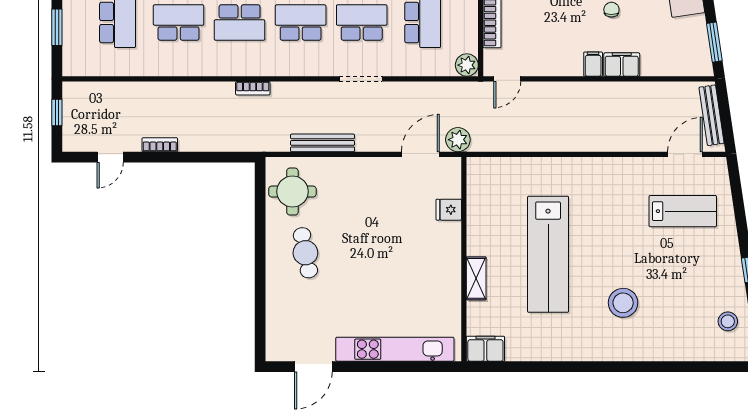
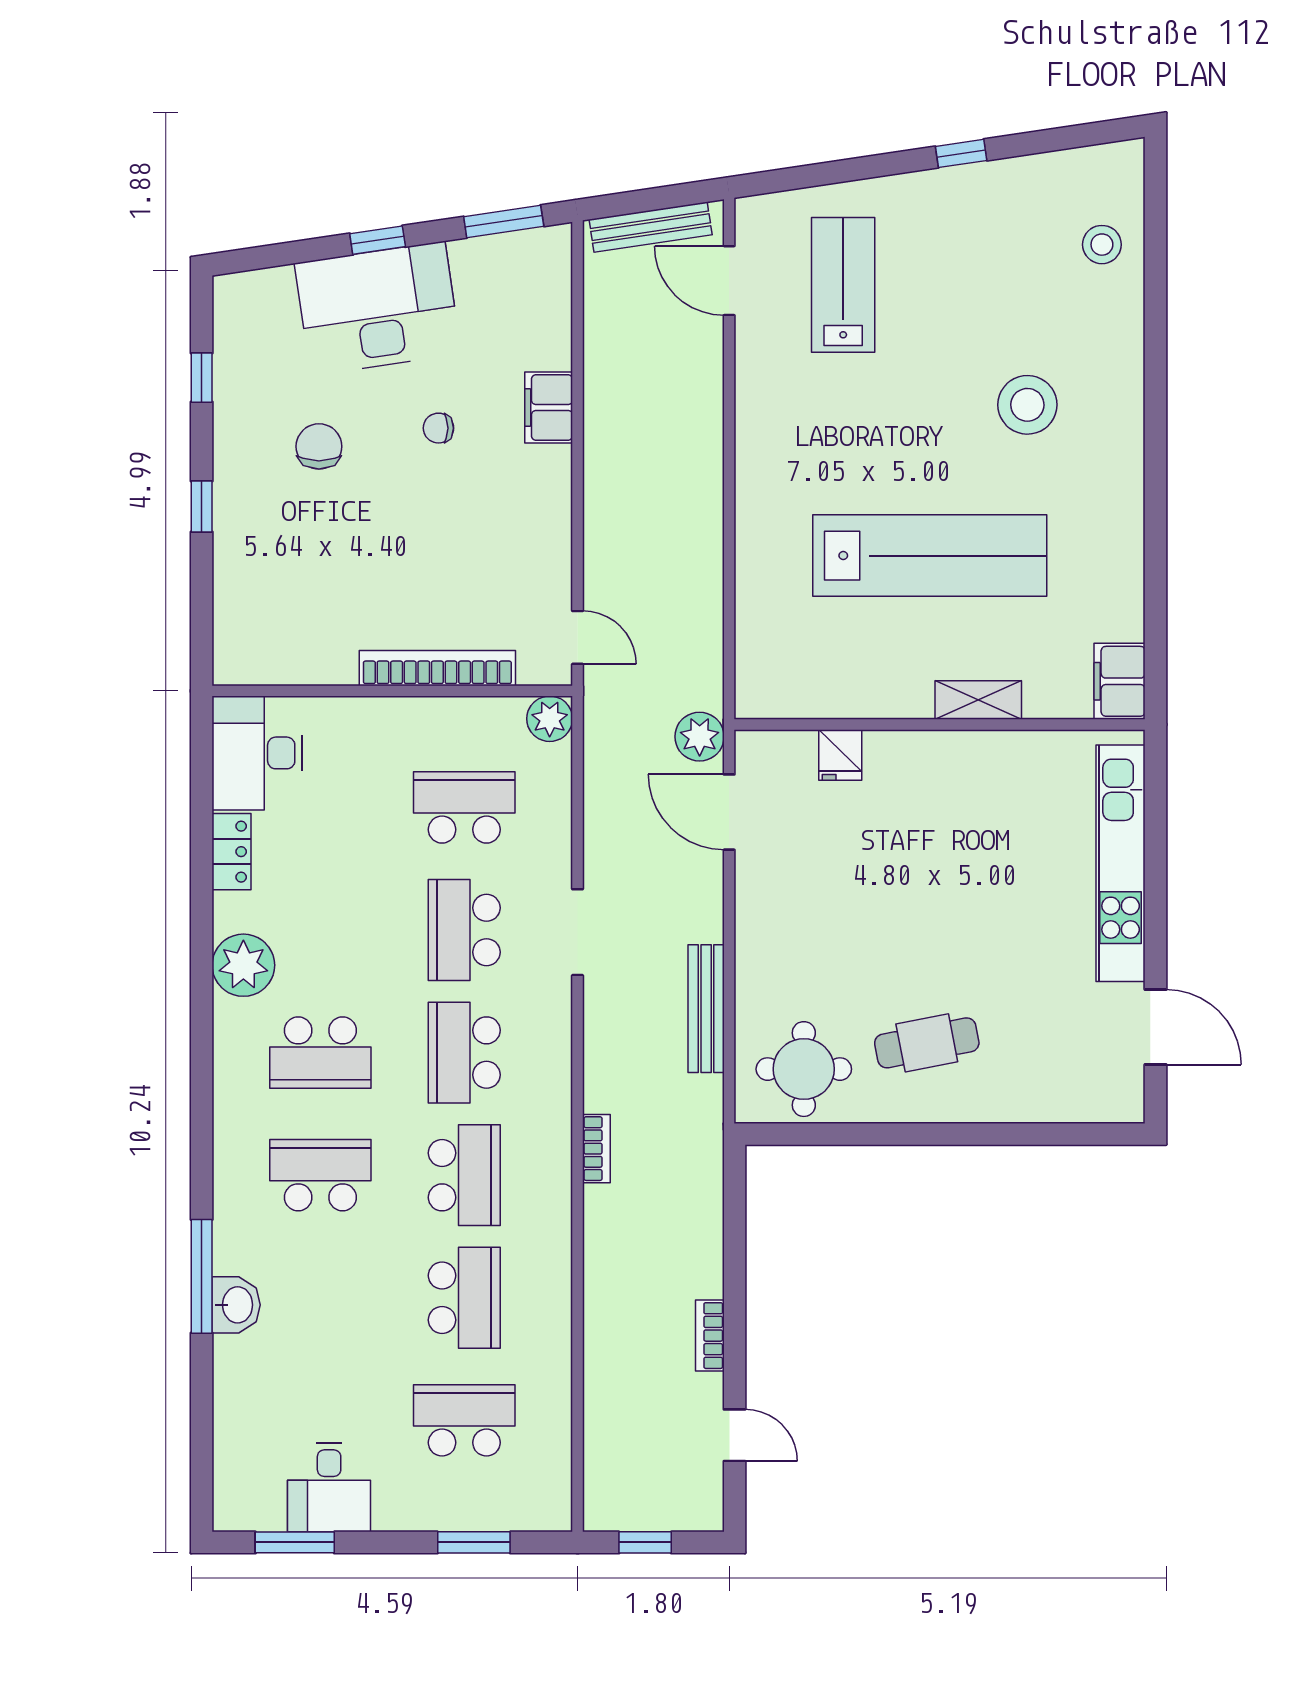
school desk: (179, 23) -> (464, 1298), turned 180
filing cabinet: (593, 64) -> (548, 465), removed
stool: (728, 321) -> (1102, 245), moved

